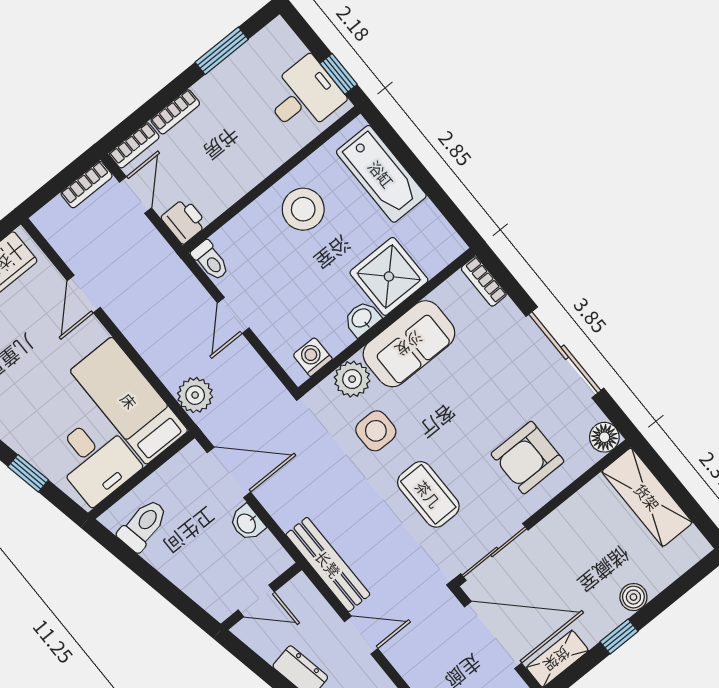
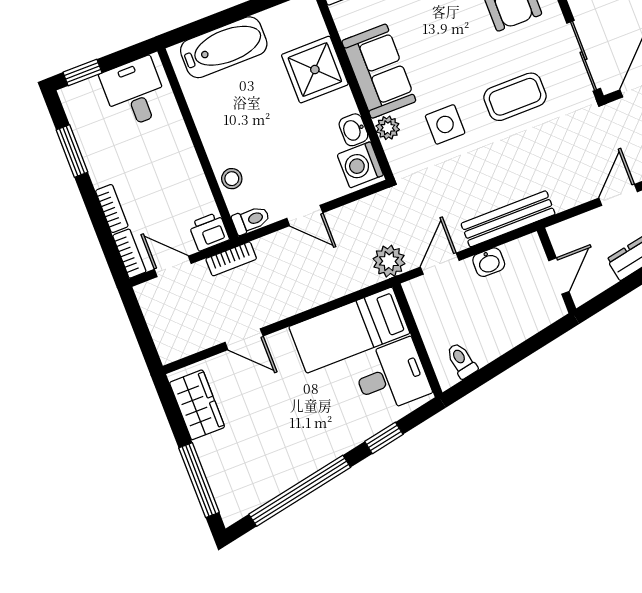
window: (339, 74) -> (83, 73), moved
bookcase: (86, 185) -> (231, 259), moved, turned 90
stool: (303, 209) -> (232, 179), moved, width x0.53, depth x0.53
washbasin: (362, 319) -> (353, 130), moved
washing machine: (313, 357) -> (360, 165), width x1.38, depth x1.38
plant: (352, 379) -> (388, 128), width x0.73, depth x0.73
plant: (195, 395) -> (389, 261), moved
door: (229, 472) -> (440, 264), width x0.73
toilet: (143, 525) -> (461, 361), width x0.73, depth x0.72
bench: (328, 564) -> (508, 219), moved

